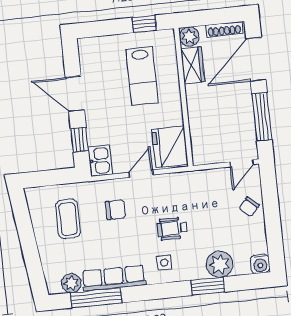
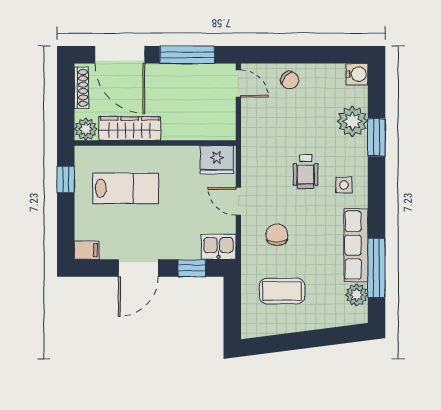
filing cabinet: (86, 48) -> (87, 250), added
wardrobe: (193, 65) -> (130, 128), width x1.50
fridge: (170, 147) -> (217, 160), width x0.73, depth x0.75

